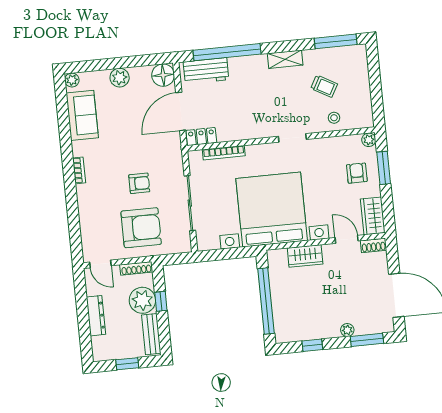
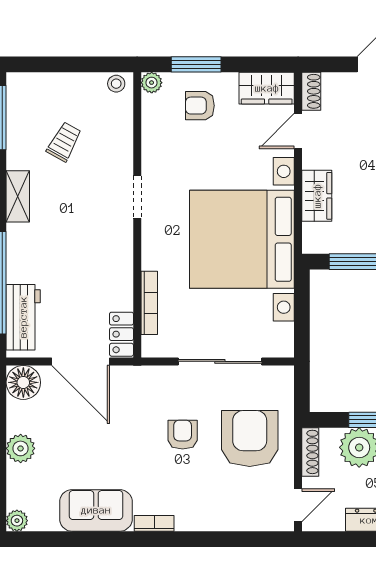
sofa: (82, 115) -> (96, 510), moved
stool: (334, 118) -> (116, 84), moved

